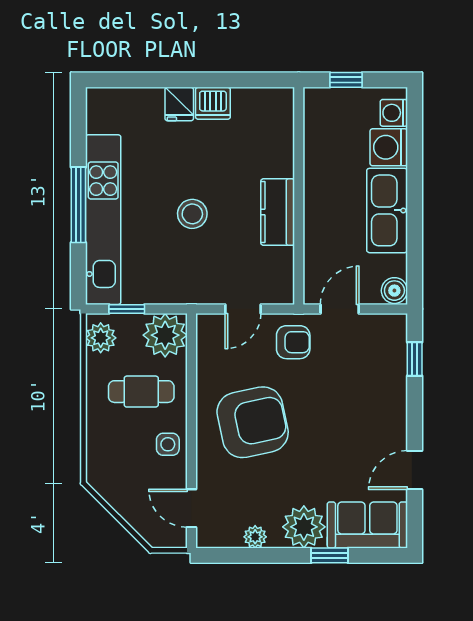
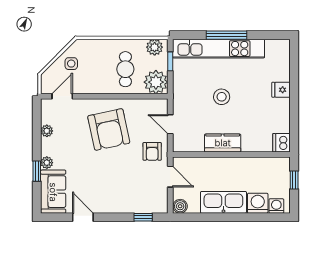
dishwasher: (213, 103) -> (282, 143), moved
side table: (168, 444) -> (71, 64), moved
plant: (304, 527) -> (47, 163), width x0.53, depth x0.53

